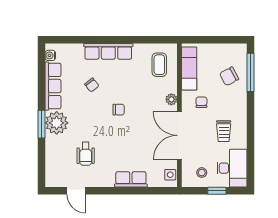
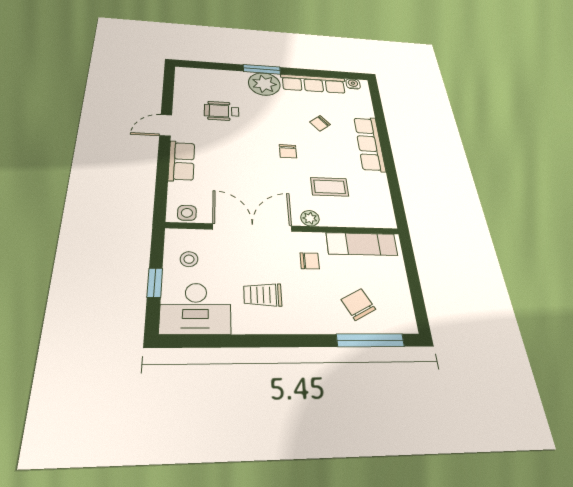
coffee table: (159, 65) -> (330, 187), moved
door: (76, 191) -> (166, 125), moved

